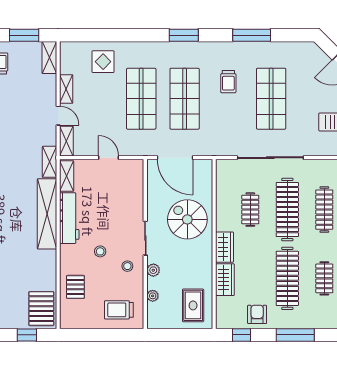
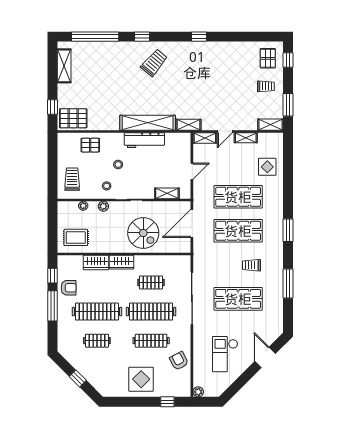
shelving: (67, 176) -> (167, 193), moved
spiral stairs: (187, 219) -> (143, 233), turned 90
window: (295, 335) -> (53, 306), moved

